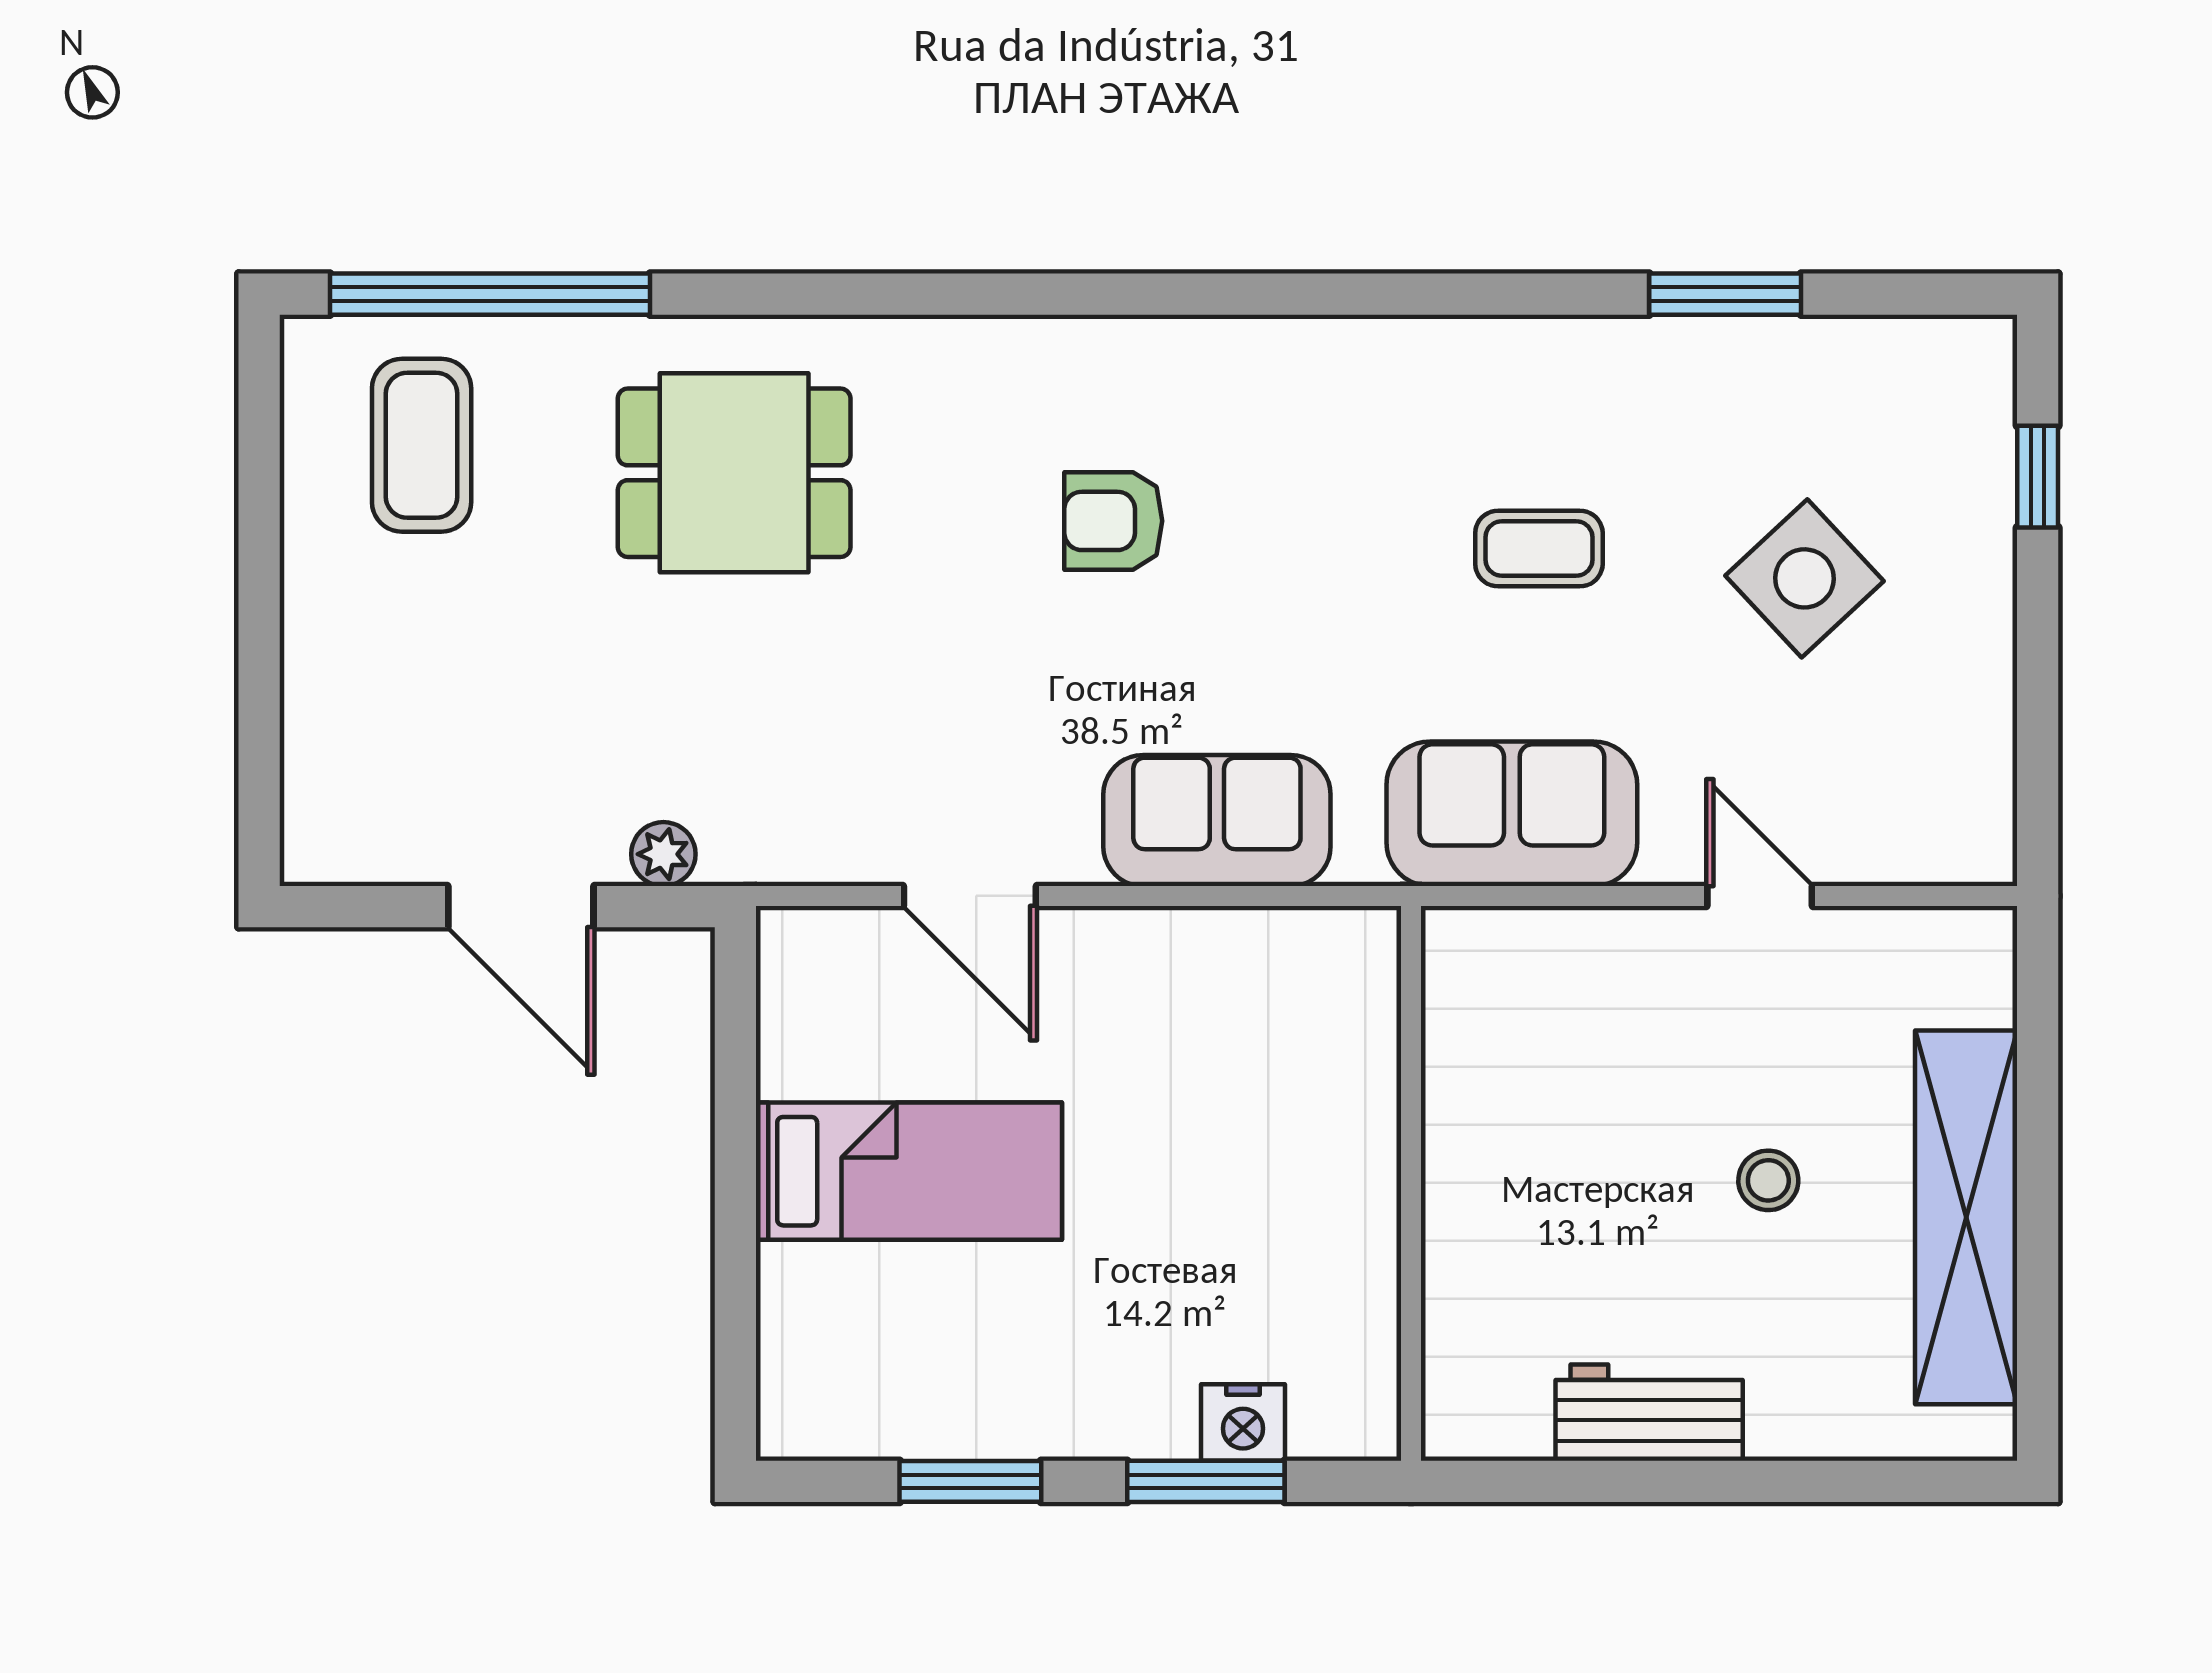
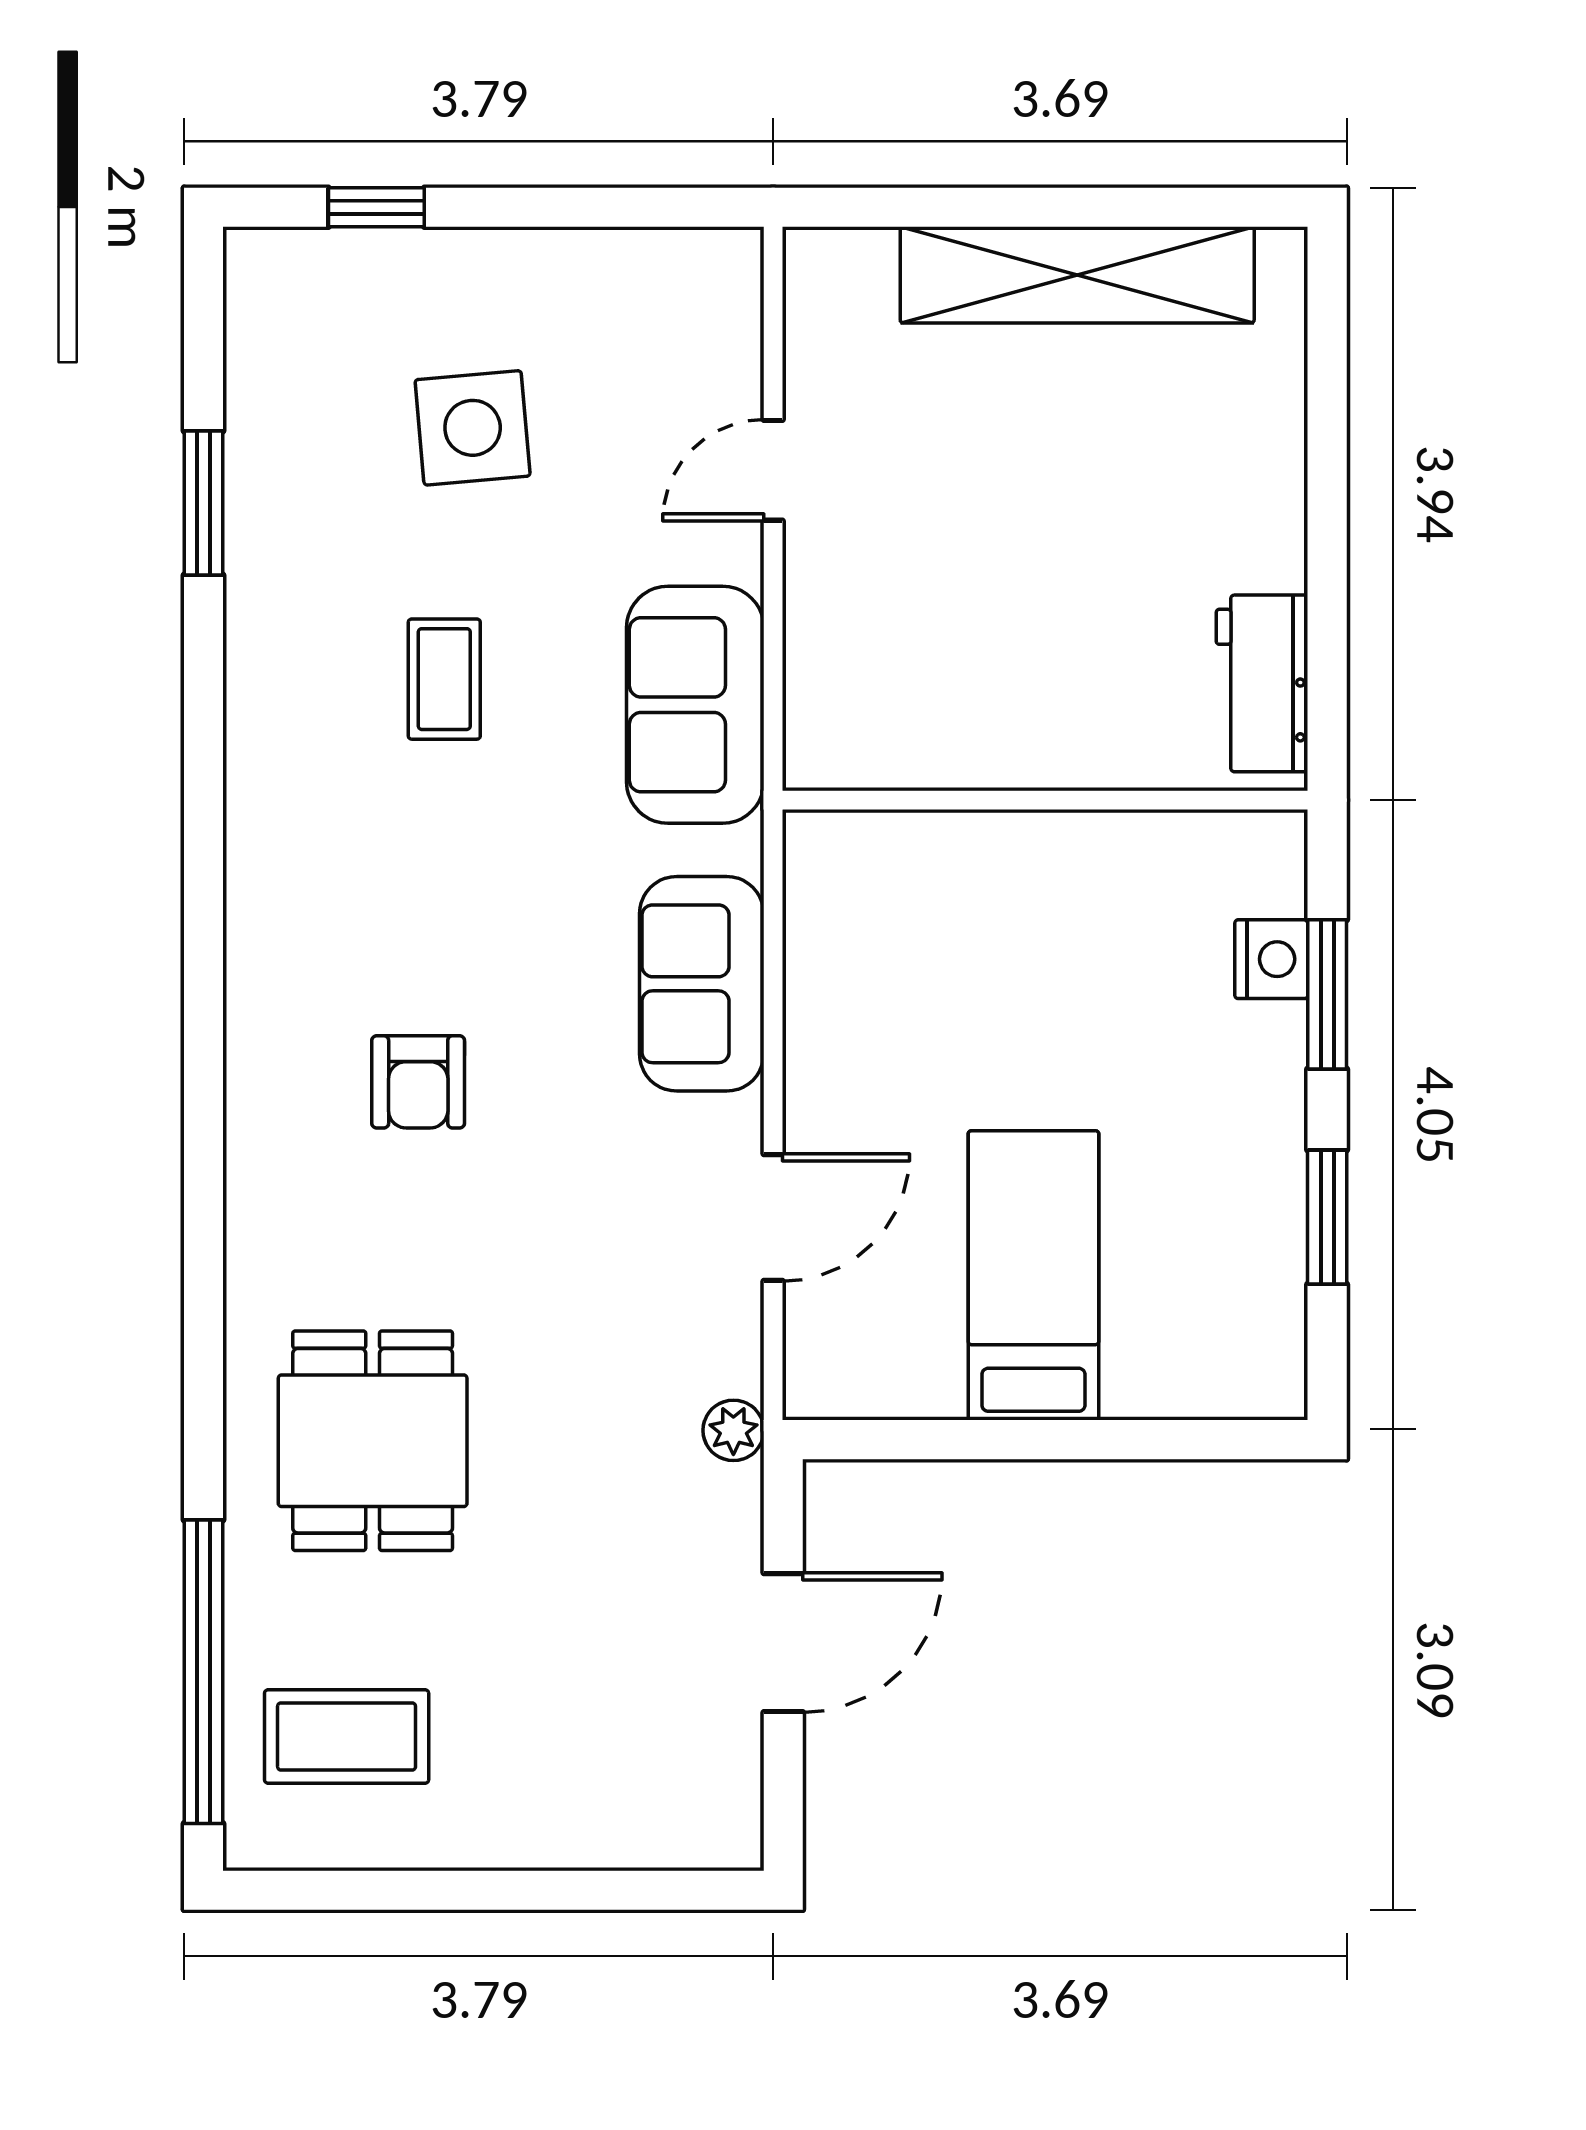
side table: (1804, 578) -> (473, 428), turned 38
plant: (663, 854) -> (733, 1430), moved
stool: (1768, 1180) -> (1042, 462), removed
workbench: (1649, 1413) -> (1262, 683), moved

